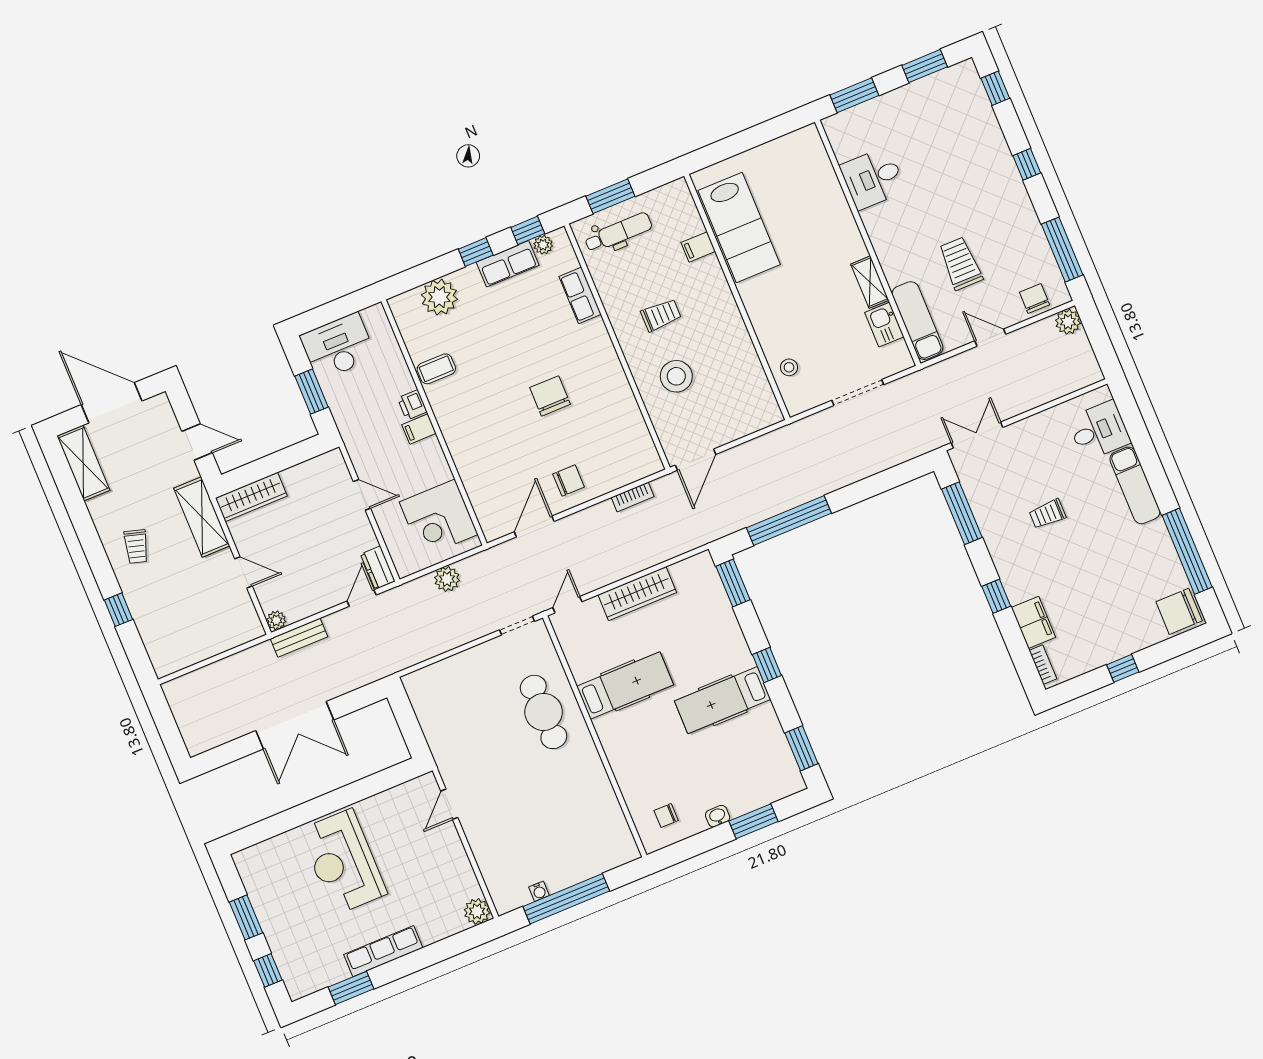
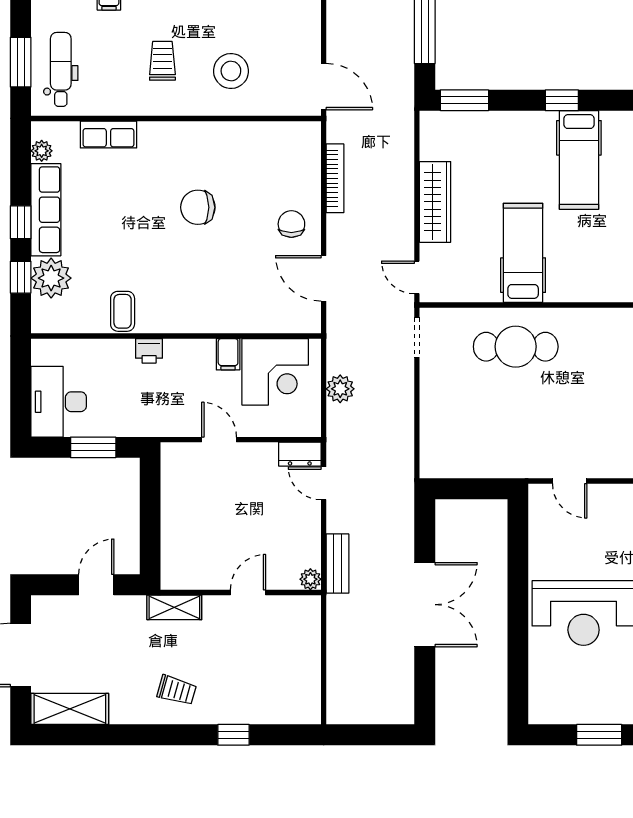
window: (528, 230) -> (21, 277), moved
row of seats: (508, 264) -> (46, 210), width x1.48
filing cabinet: (419, 429) -> (228, 354), moved
door: (362, 495) -> (219, 440), hinge flipped
wardrobe: (251, 497) -> (175, 553), removed
bookcase: (633, 497) -> (335, 178), width x1.56
shelving: (202, 517) -> (174, 607), width x0.67, depth x0.75

